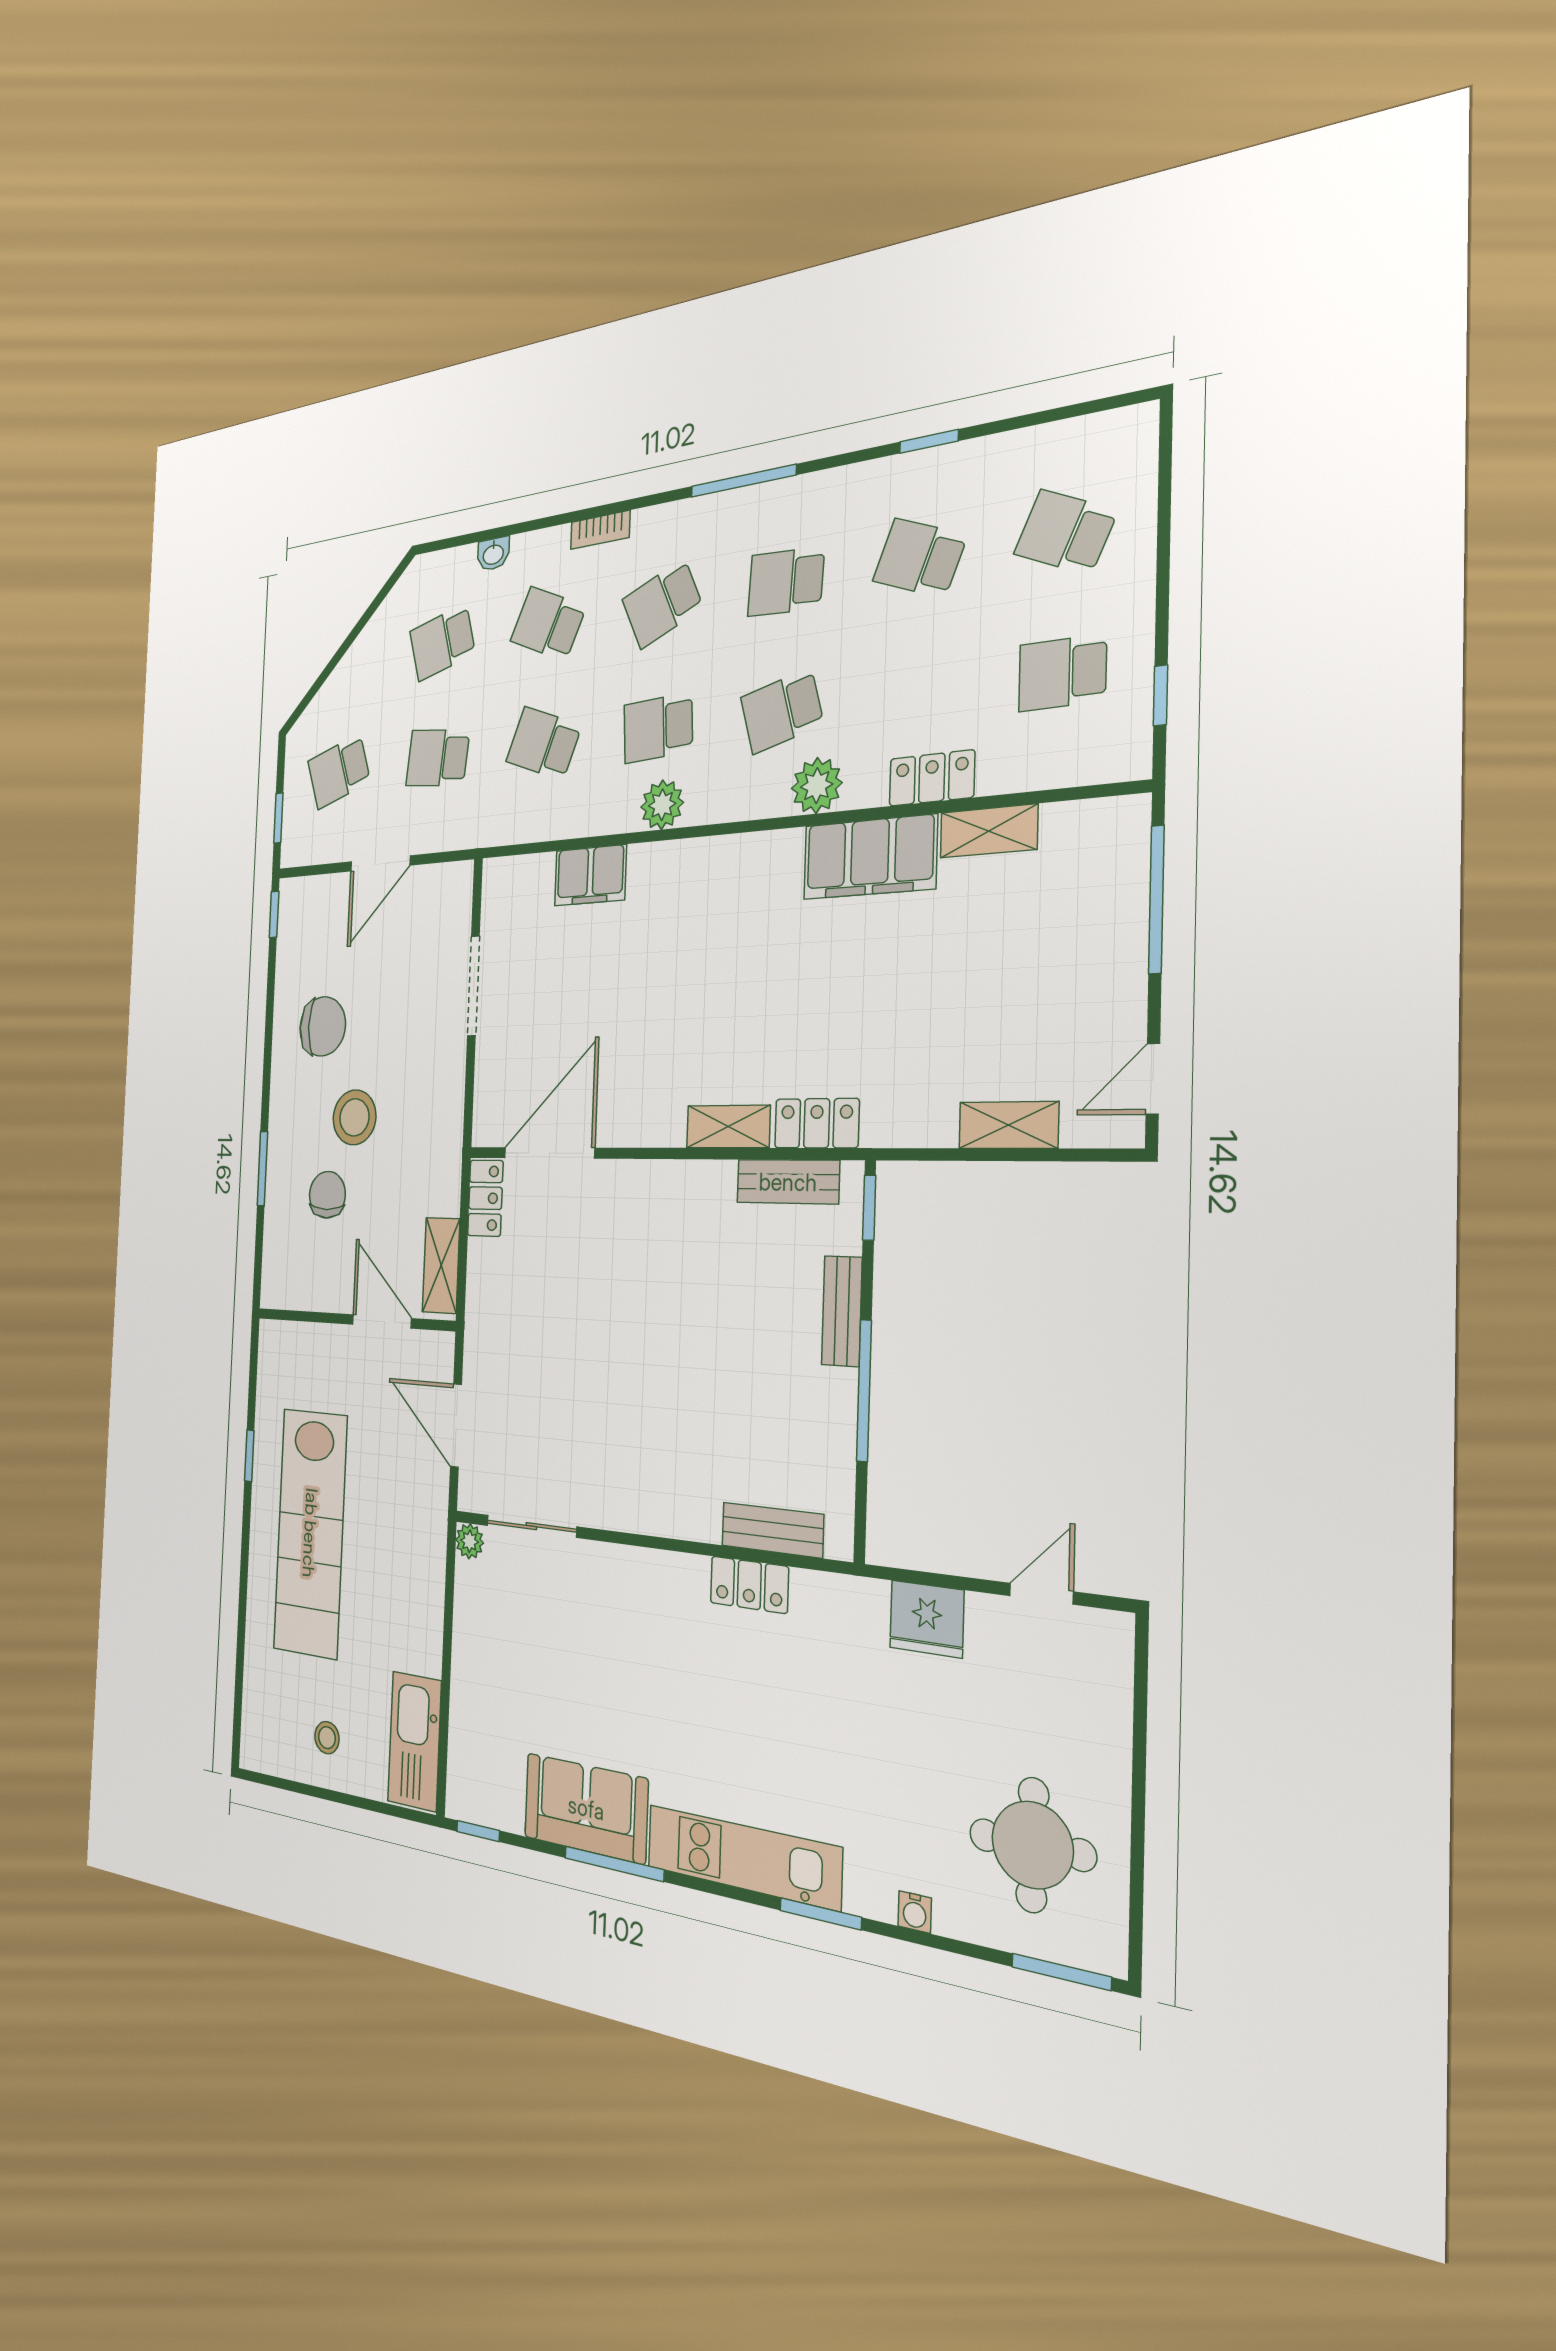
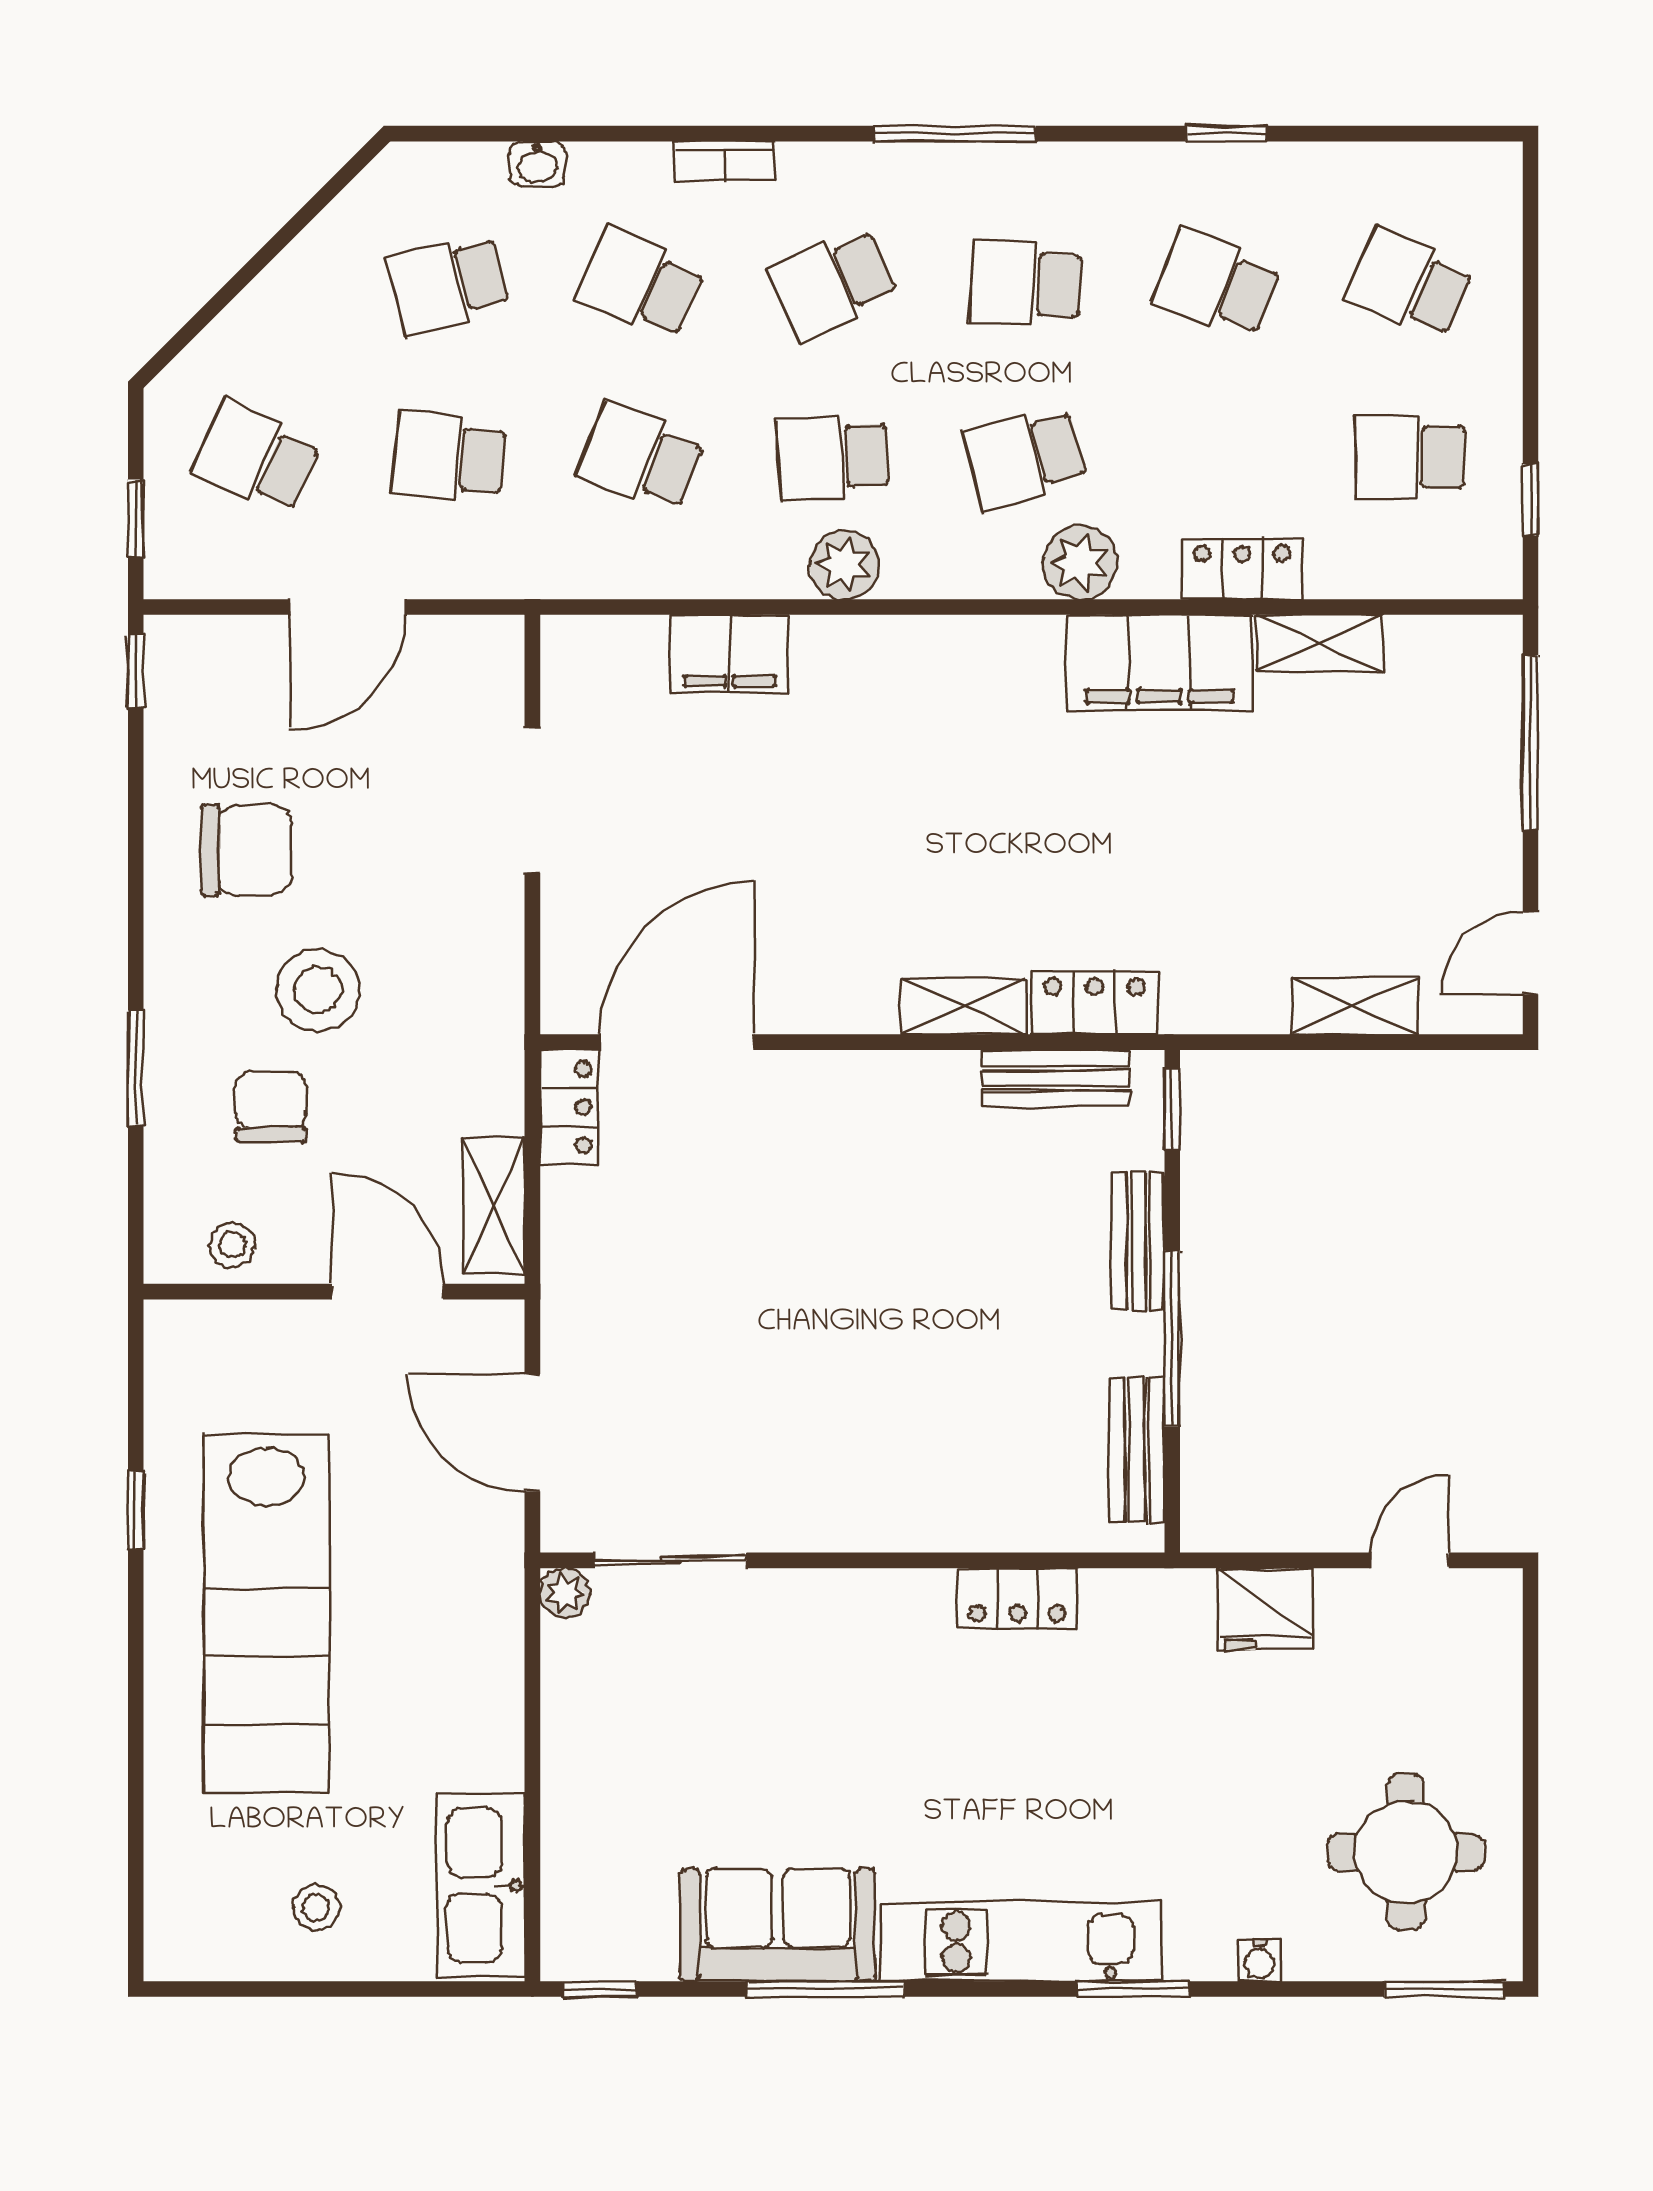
school desk: (339, 771) -> (257, 457), turned 42
stool: (304, 1285) -> (232, 1245), added
bench: (772, 1530) -> (1137, 1450), moved, turned 90

